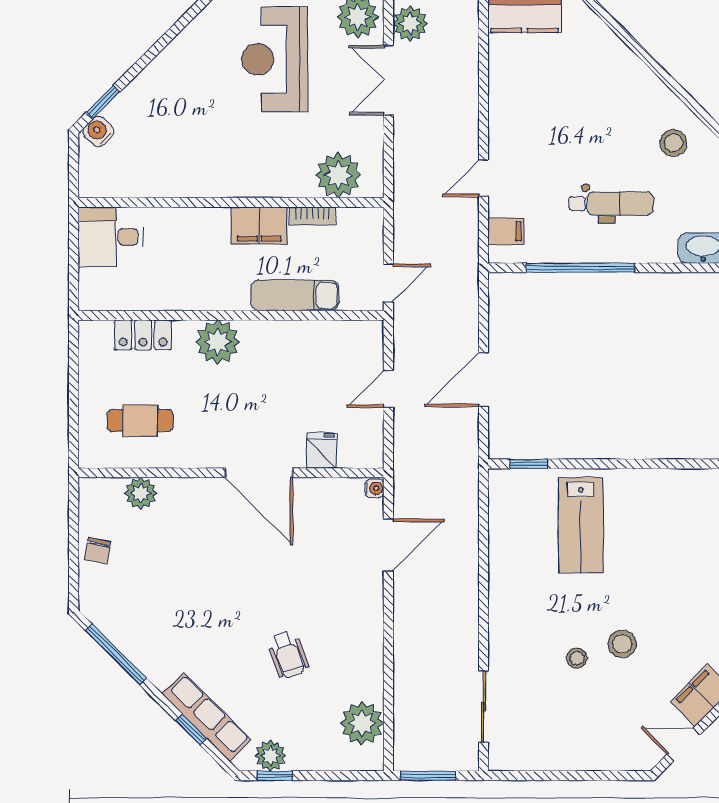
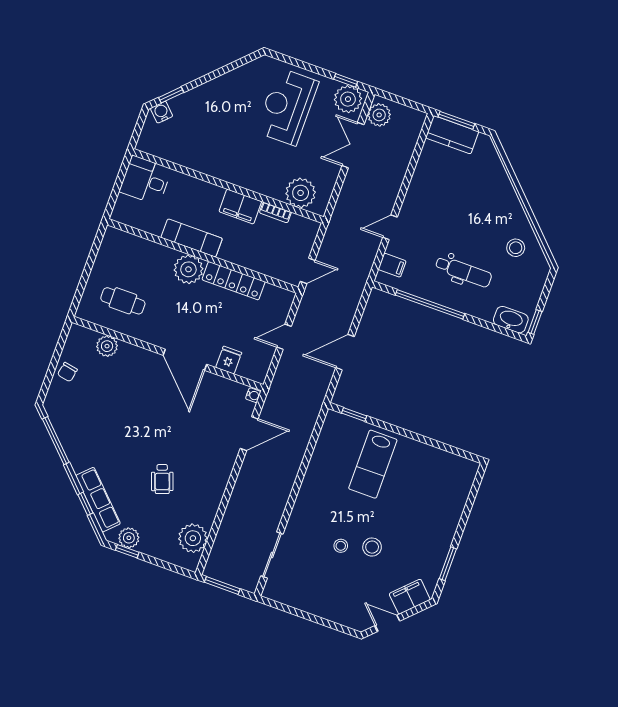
exam couch: (295, 295) -> (192, 238), moved
locker: (143, 335) -> (234, 281), moved, width x1.53

